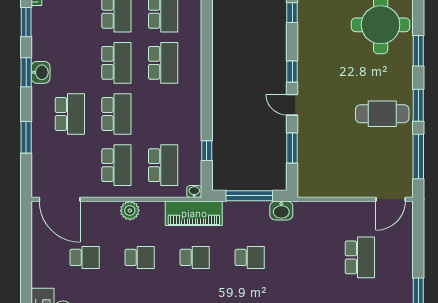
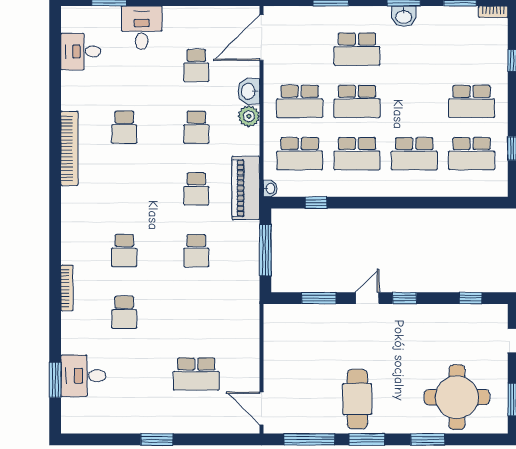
school desk: (116, 63) -> (357, 154), moved
washbasin: (281, 211) -> (249, 91), moved

